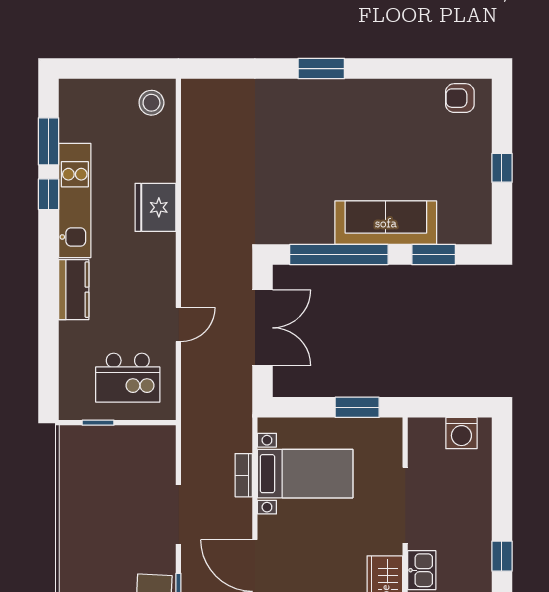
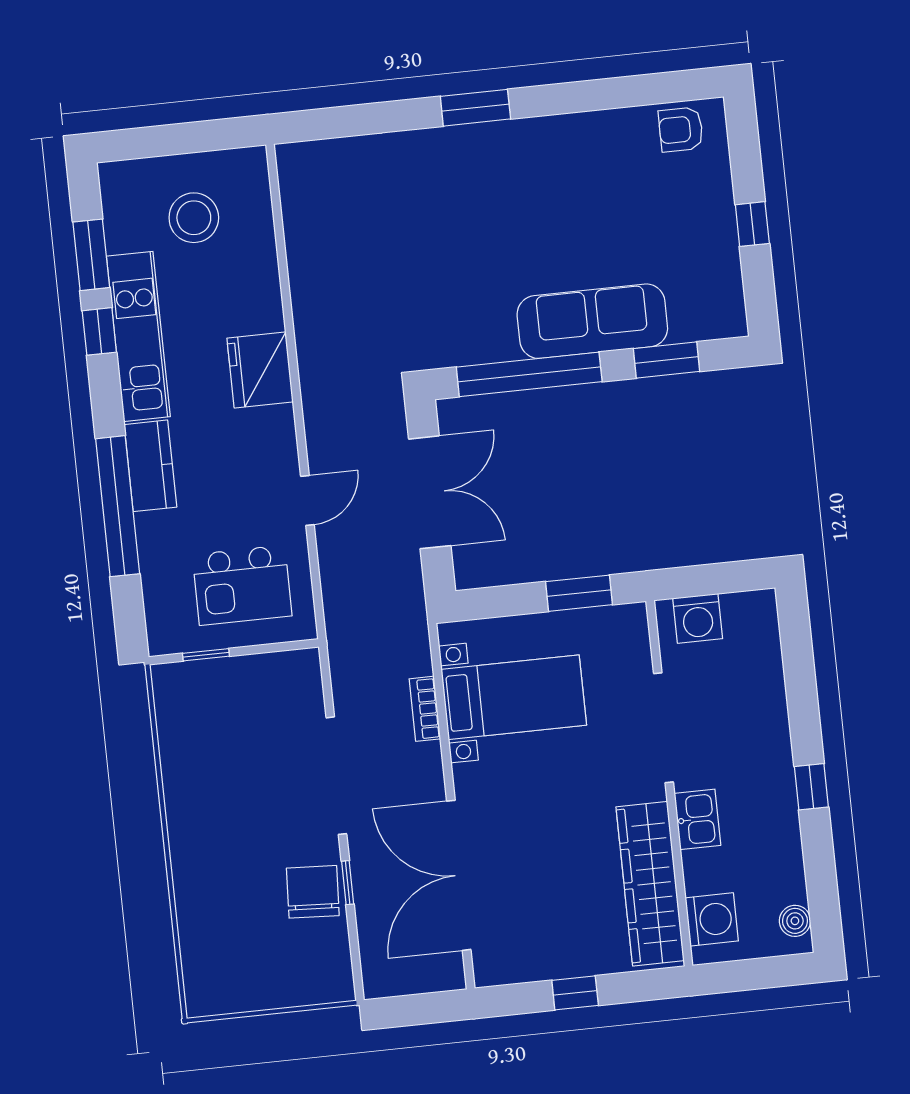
stool: (151, 103) -> (194, 218), moved, width x1.38, depth x1.38
fridge: (156, 207) -> (260, 370), moved
window: (49, 315) -> (118, 506), added
washing machine: (461, 433) -> (698, 618), moved
doorway: (178, 515) -> (336, 776), width x1.36

